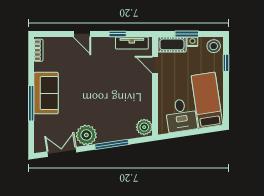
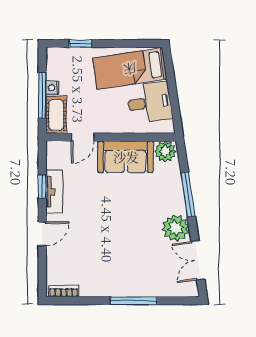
window: (187, 34) -> (42, 95), width x1.44
tv unit: (132, 43) -> (54, 192), moved
stool: (214, 46) -> (58, 60), removed
sofa: (46, 93) -> (126, 157), moved, turned 180

